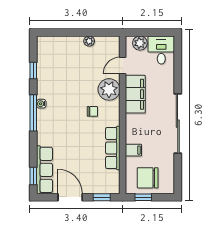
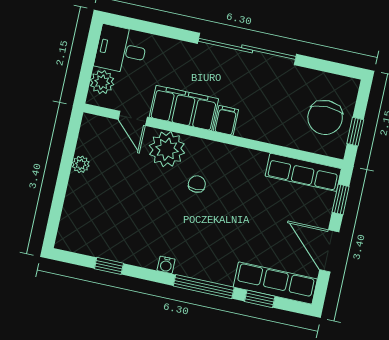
window: (33, 113) -> (204, 287), moved
row of seats: (113, 148) -> (303, 172), moved
filing cabinet: (133, 150) -> (226, 120), moved
window: (33, 176) -> (260, 299), moved
door: (70, 197) -> (329, 251), hinge flipped

